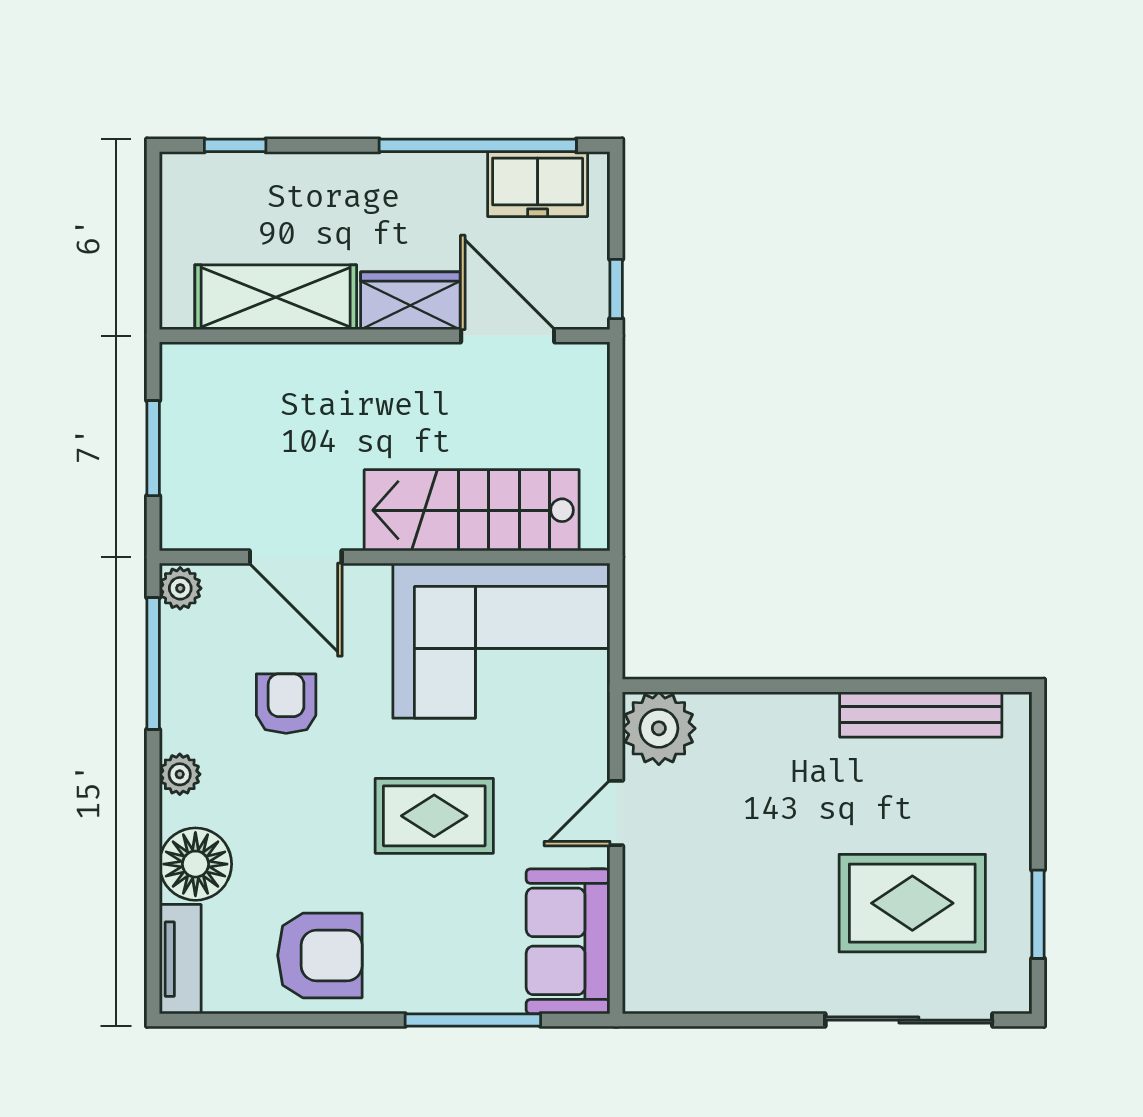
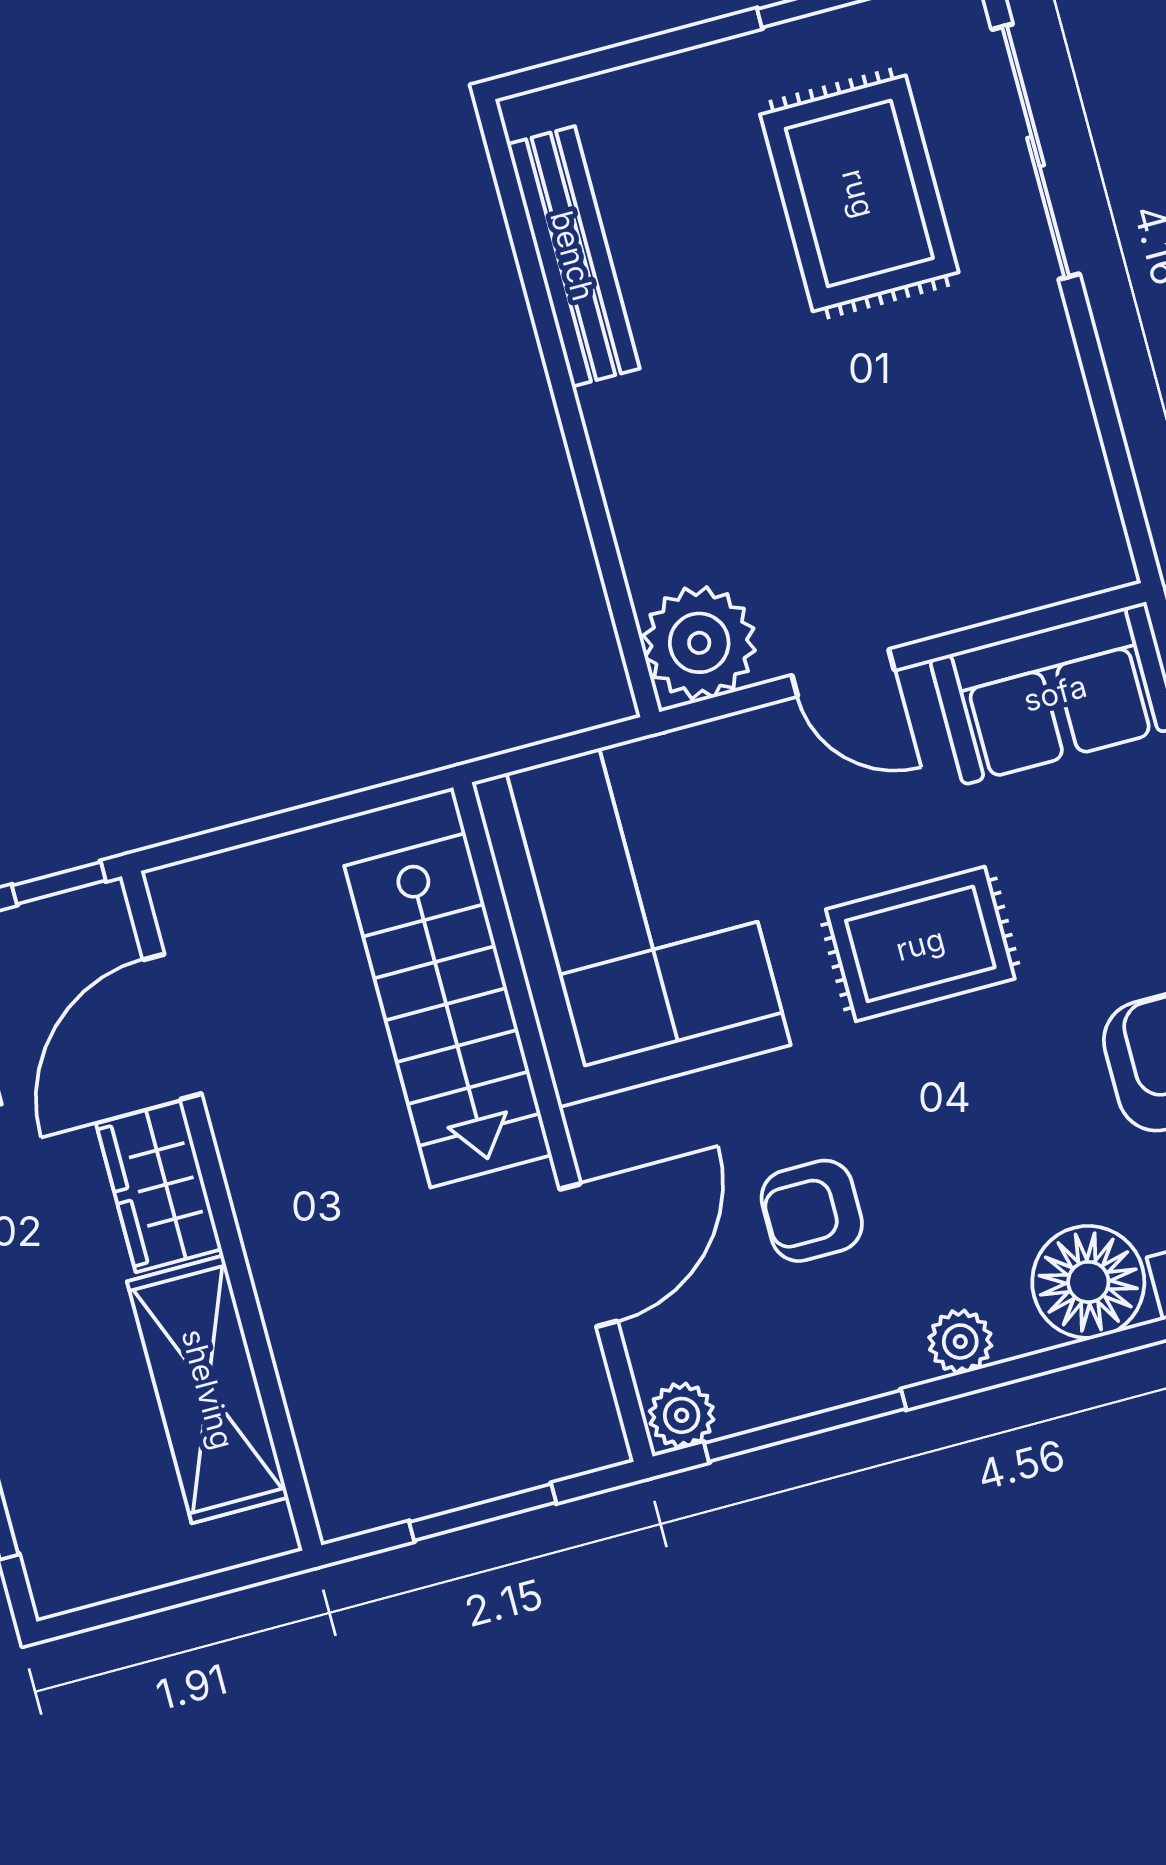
rug: (434, 816) -> (920, 944), turned 90

